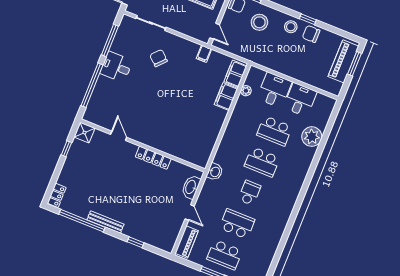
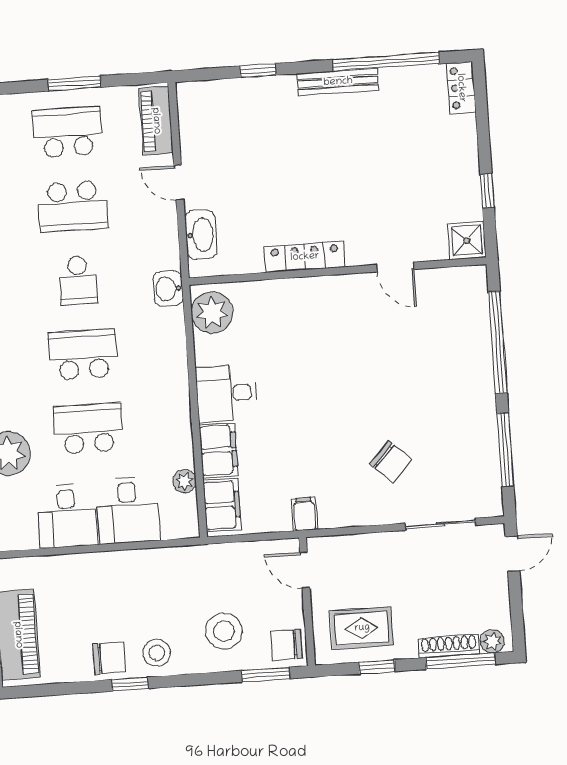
desk: (116, 67) -> (226, 393), moved, turned 180
plant: (202, 153) -> (212, 312), added

